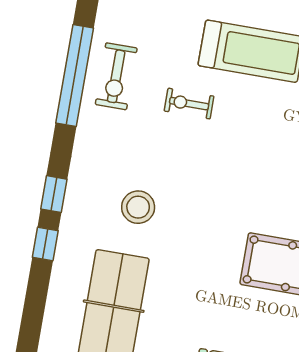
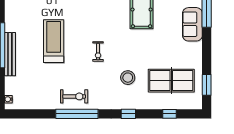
exercise bike: (189, 104) -> (98, 52), moved
window: (45, 244) -> (169, 114), moved

